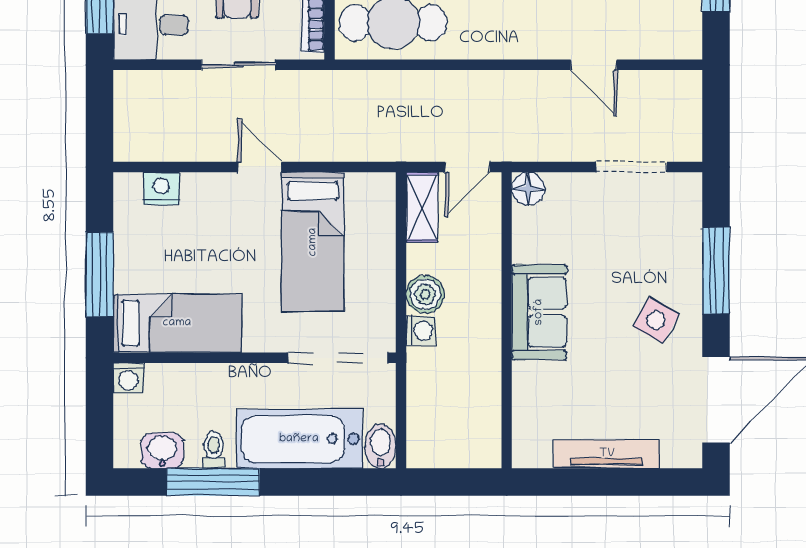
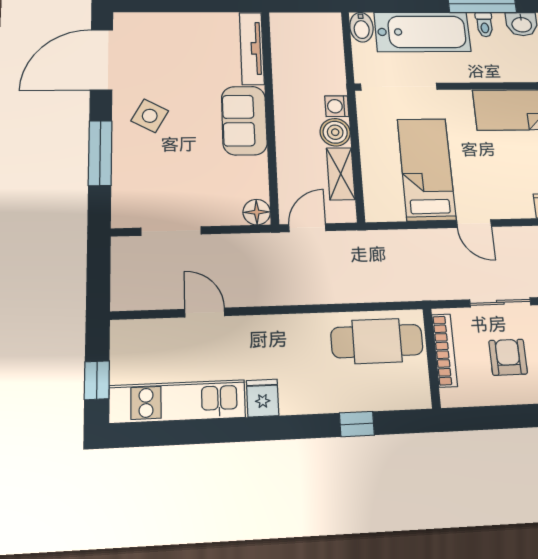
shelving: (422, 207) -> (341, 174), moved
tv unit: (607, 454) -> (252, 48), moved, turned 90

